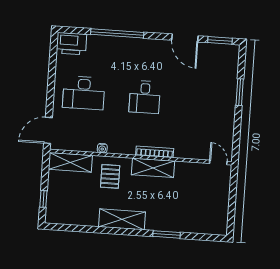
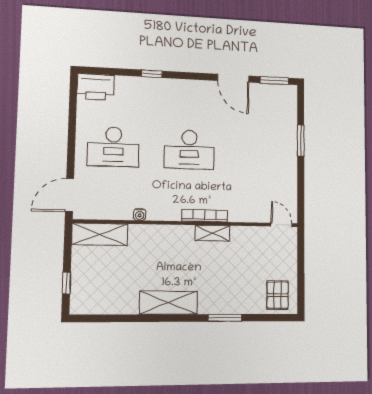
window: (117, 33) -> (152, 74), width x0.32
desk: (145, 97) -> (189, 150), width x1.37
shelving: (153, 168) -> (212, 233), width x0.67, depth x0.75
pallet: (110, 176) -> (278, 295), moved

